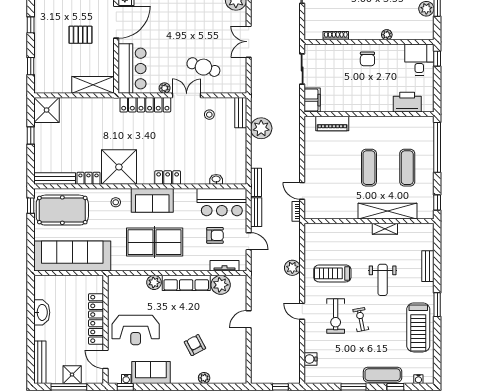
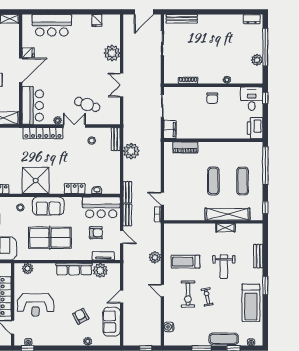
printer: (407, 102) -> (255, 128), moved, turned -90
shower: (119, 167) -> (36, 181), moved
locker: (168, 178) -> (75, 189), moved
plant: (154, 282) -> (28, 269), moved
sofa: (151, 373) -> (112, 322), moved, turned -90

